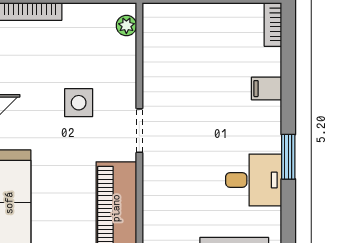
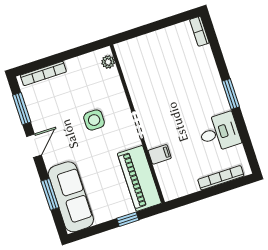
filing cabinet: (267, 89) -> (160, 154), moved, turned 180
window: (288, 157) -> (231, 94), moved

